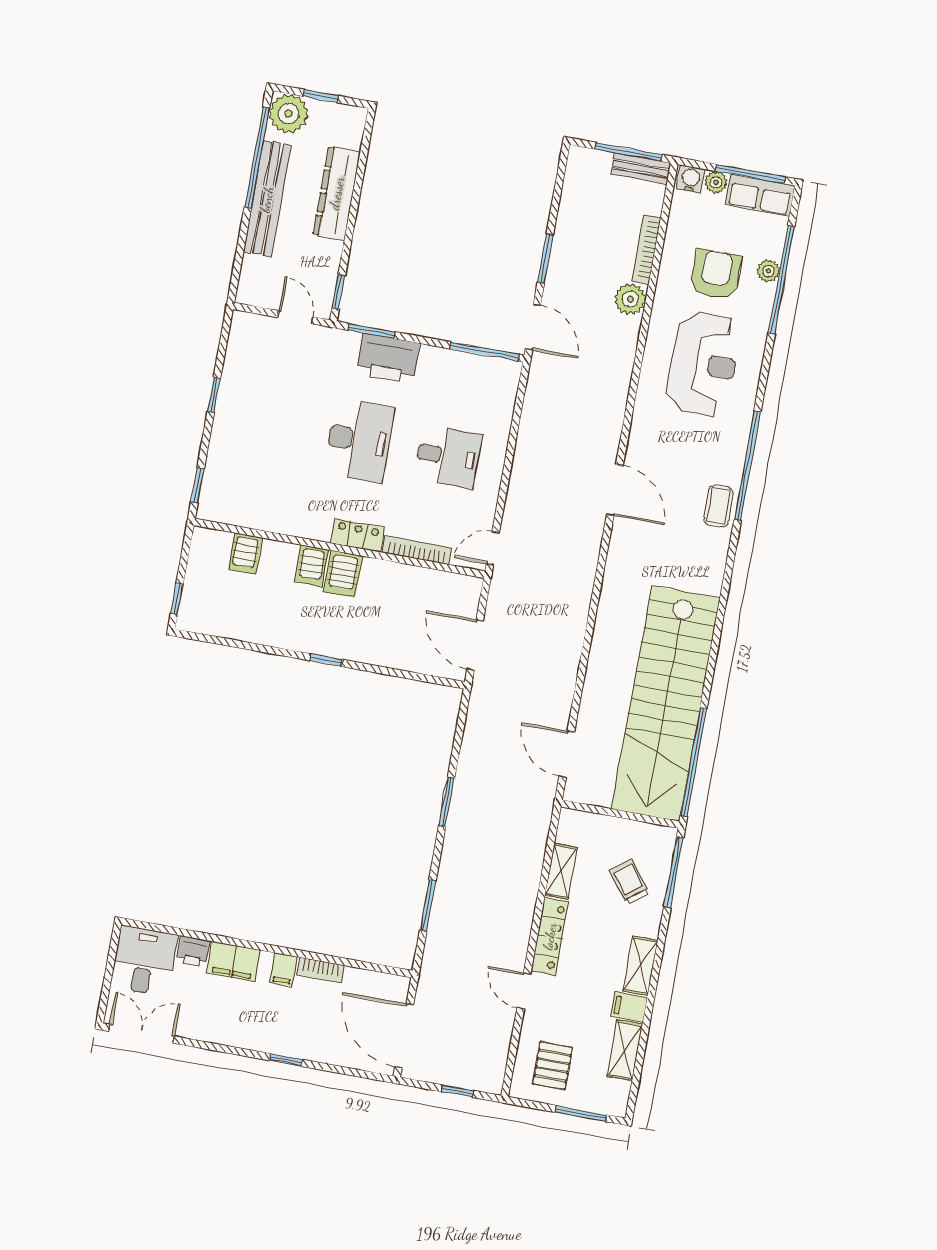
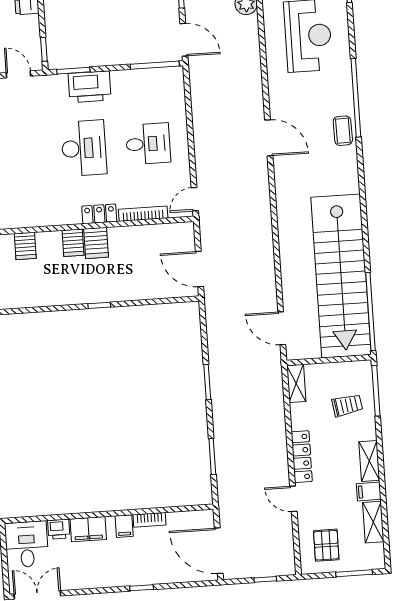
shelving: (561, 871) -> (296, 383), moved
trolley: (630, 882) -> (347, 405), turned 119

